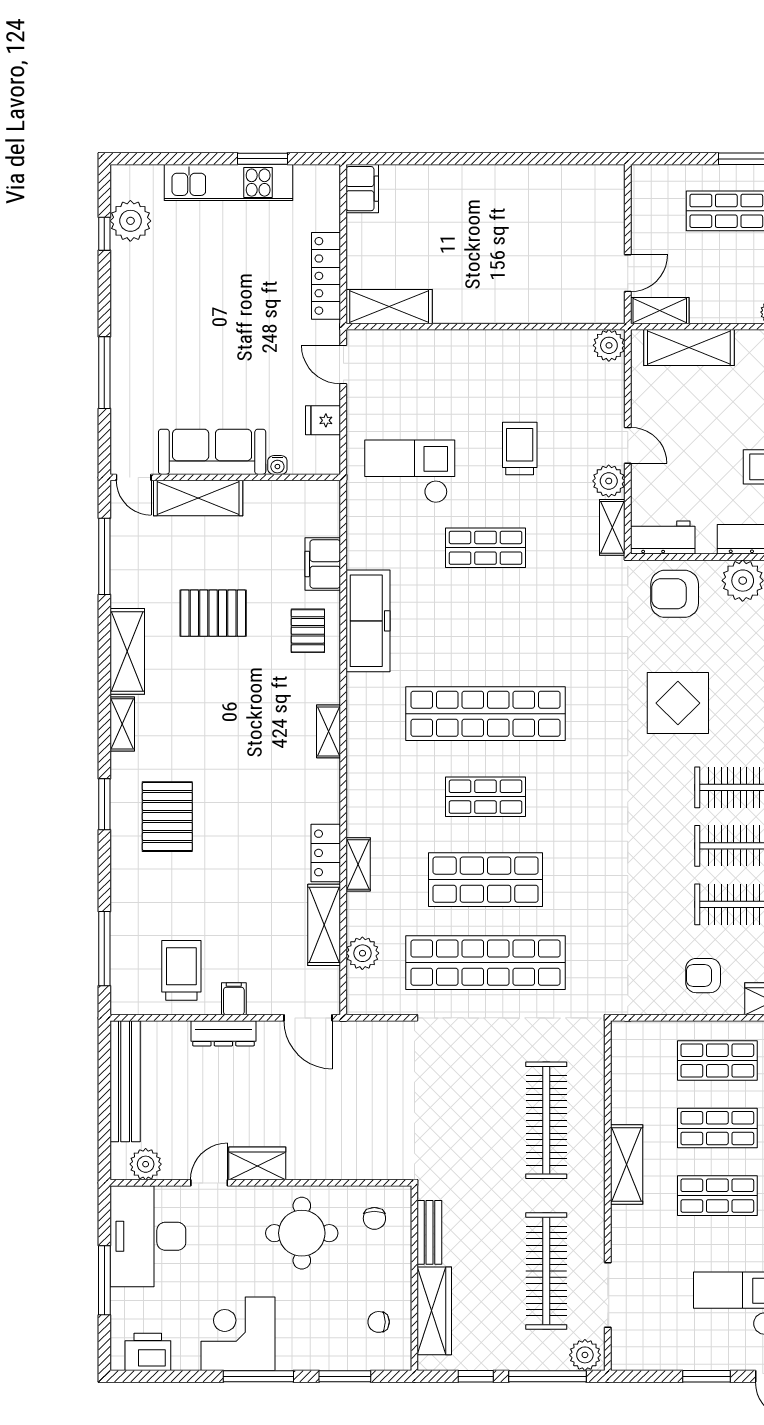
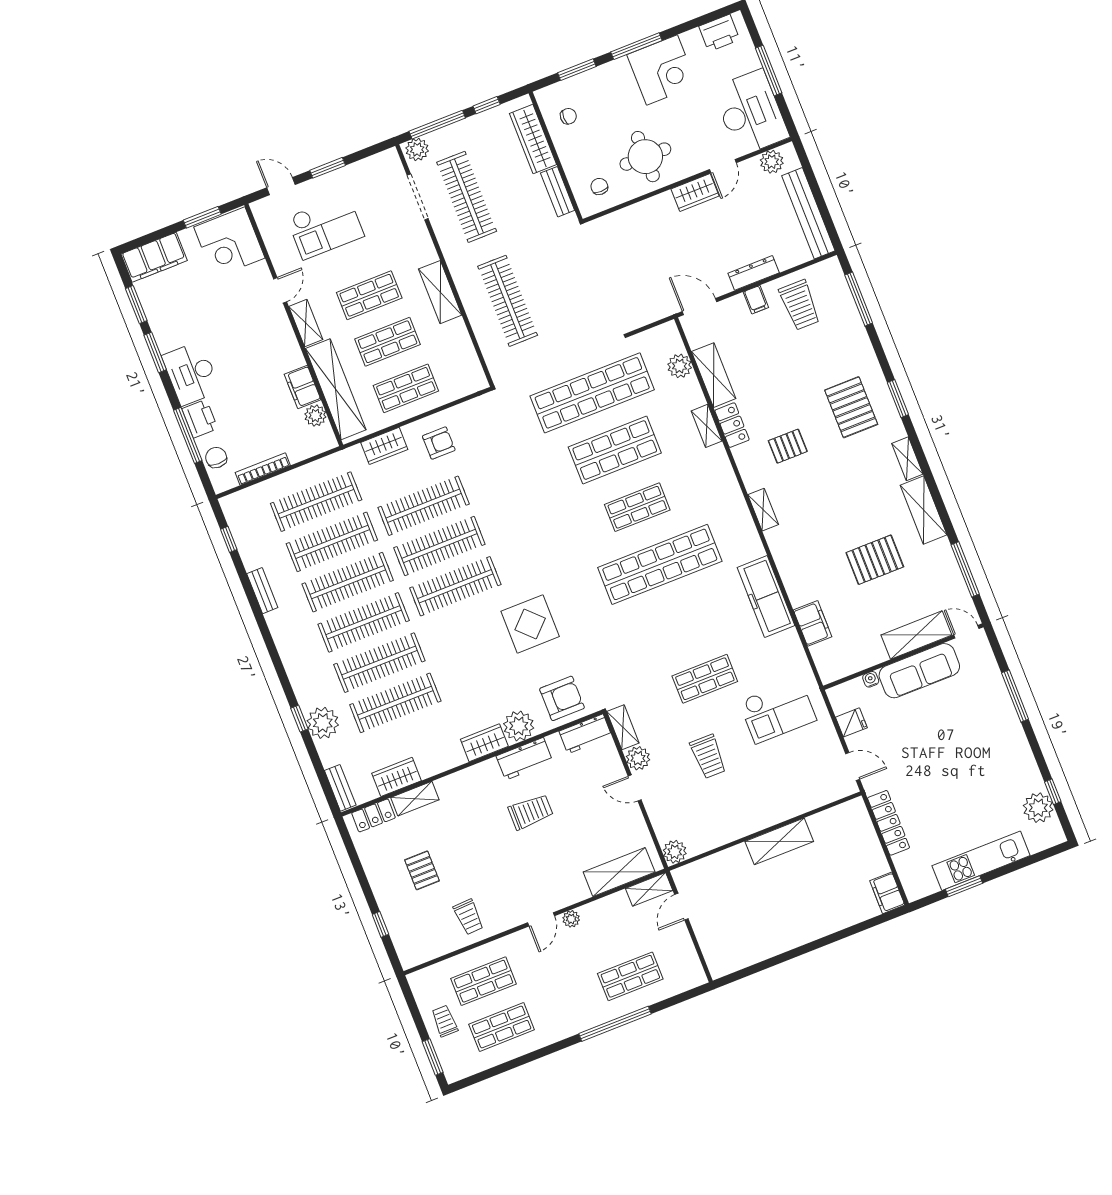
shelving: (389, 307) -> (779, 841), moved
pallet: (308, 631) -> (788, 446), moved, turned 90

